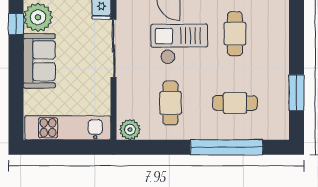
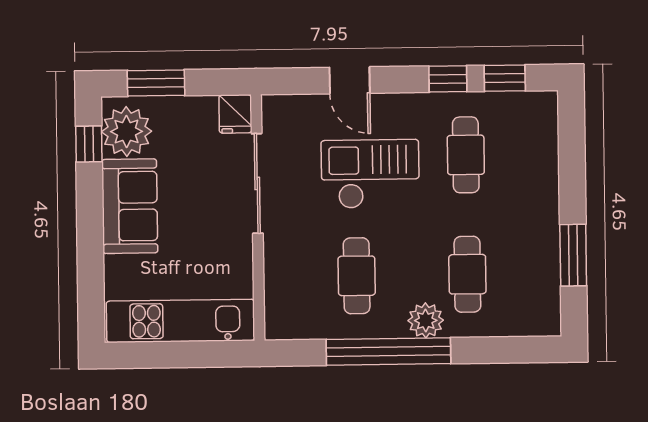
cafe table: (235, 103) -> (467, 274), turned 90
plant: (130, 130) -> (426, 320), moved
window: (227, 147) -> (388, 352), moved

